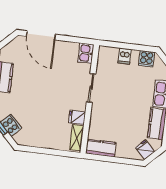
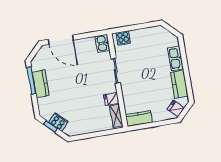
dishwasher: (124, 56) -> (135, 36), removed
cooker: (147, 59) -> (123, 38), moved

